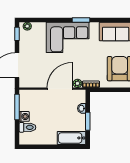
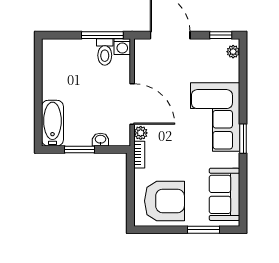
washing machine: (24, 116) -> (122, 47), moved
toilet: (27, 127) -> (105, 52), moved

